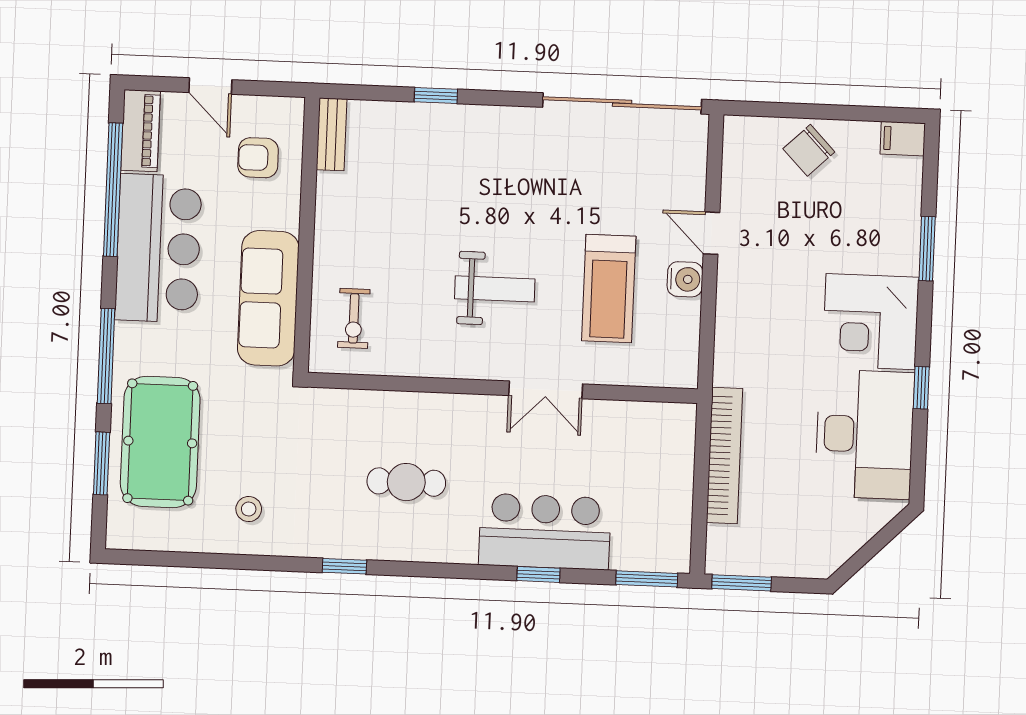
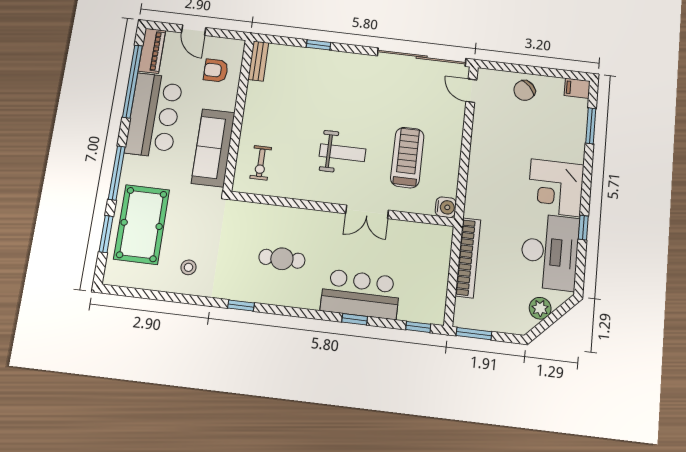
door: (711, 233) -> (471, 91), moved
window: (927, 249) -> (591, 126), moved
water cooler: (685, 279) -> (446, 207), moved
treadmill: (609, 288) -> (407, 157), turned 180
plant: (852, 532) -> (540, 308), added
window: (647, 579) -> (418, 327), width x0.67

